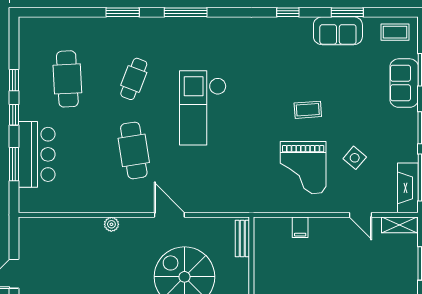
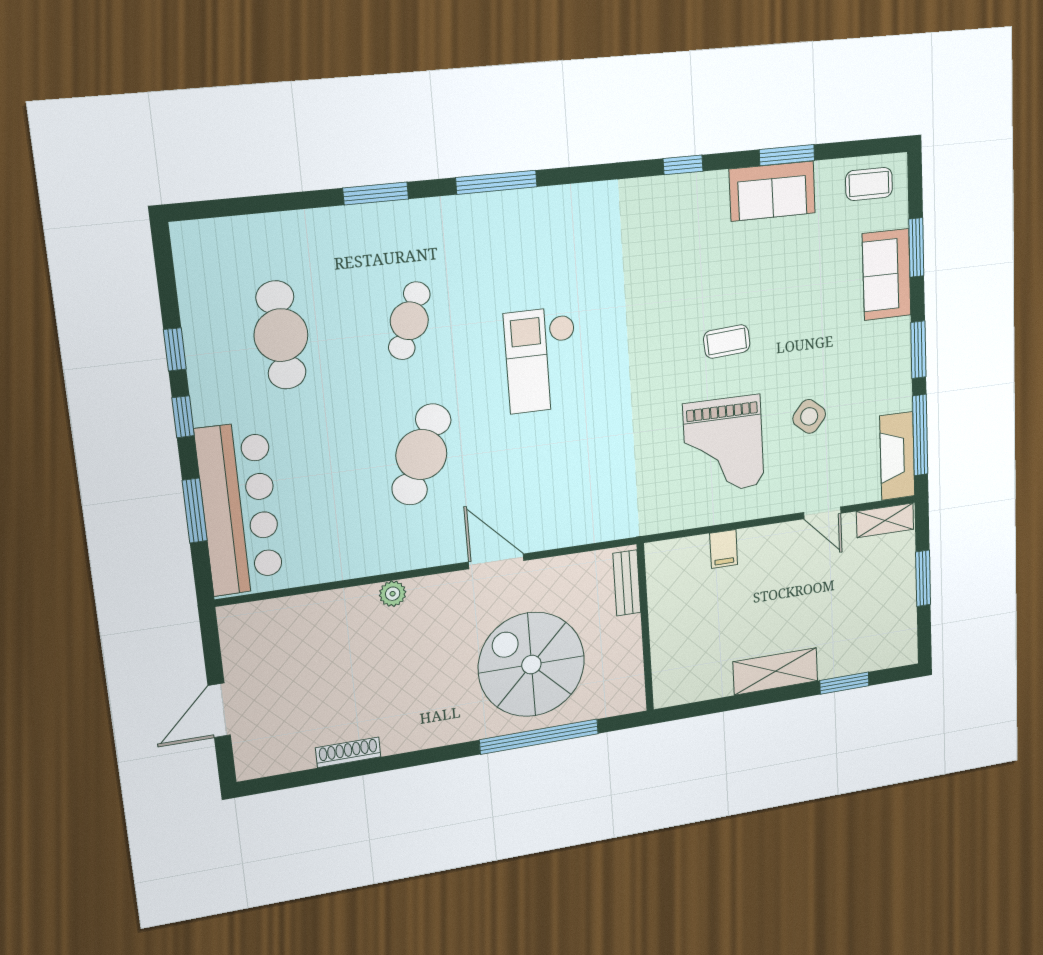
checkout: (203, 108) -> (542, 360), width x0.73, depth x0.83
cafe table: (134, 150) -> (421, 455), turned 33
bar counter: (37, 154) -> (240, 509), width x1.36

